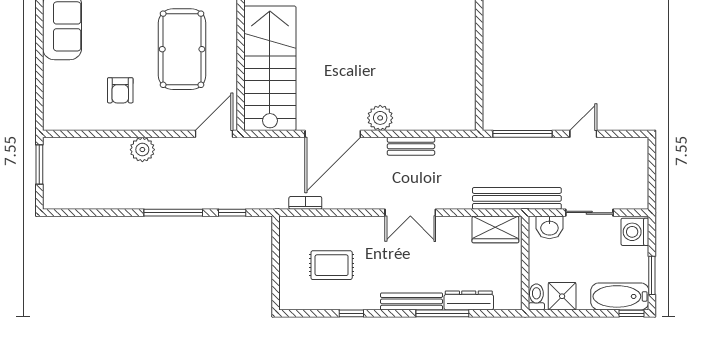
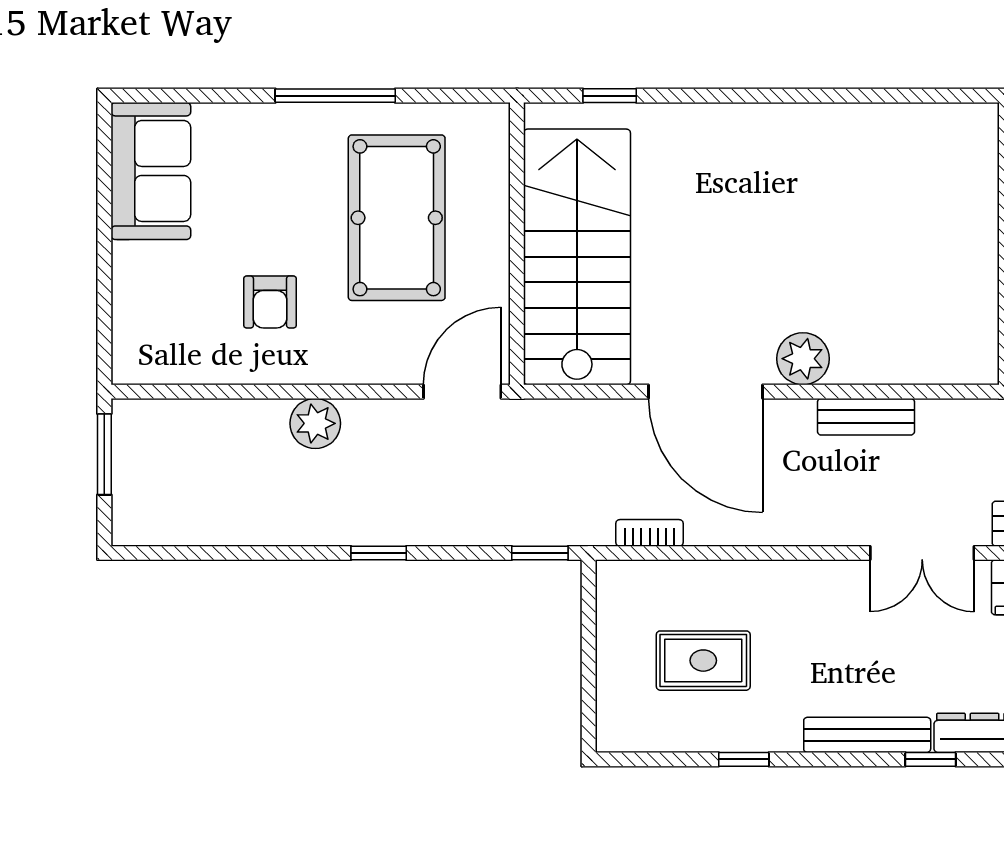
door: (333, 134) -> (706, 392), hinge flipped
window: (173, 213) -> (379, 553), width x0.46
window: (232, 213) -> (540, 553), moved
double door: (410, 213) -> (922, 553), moved
window: (442, 313) -> (931, 759), width x0.46

